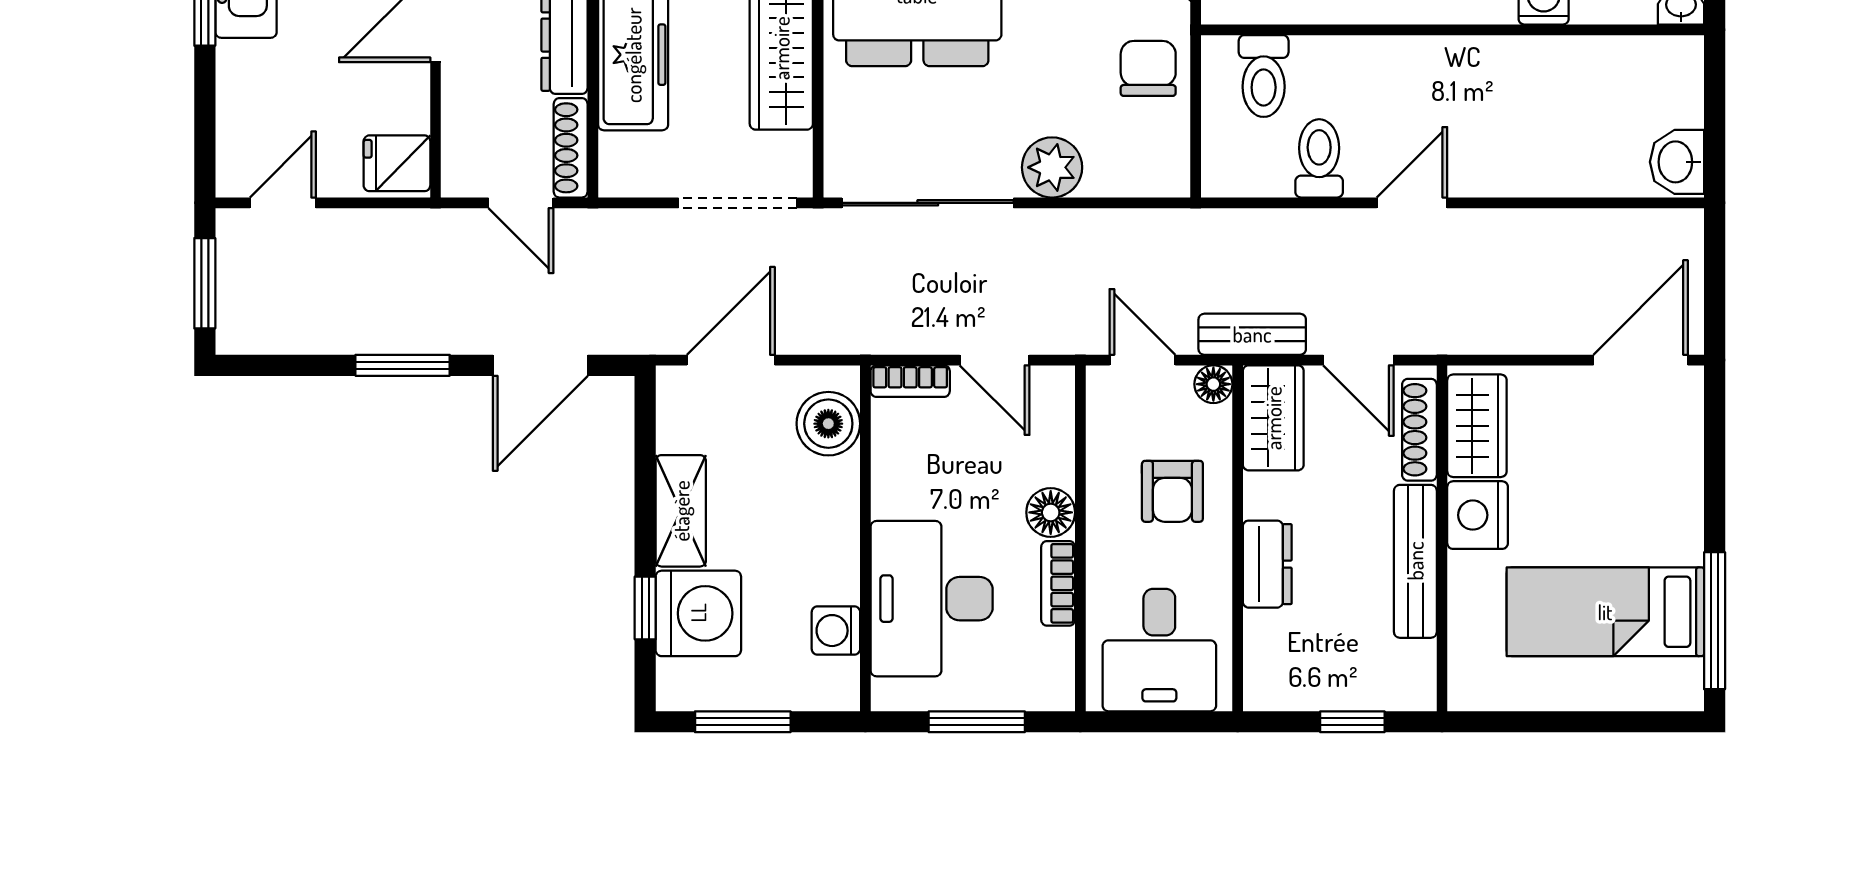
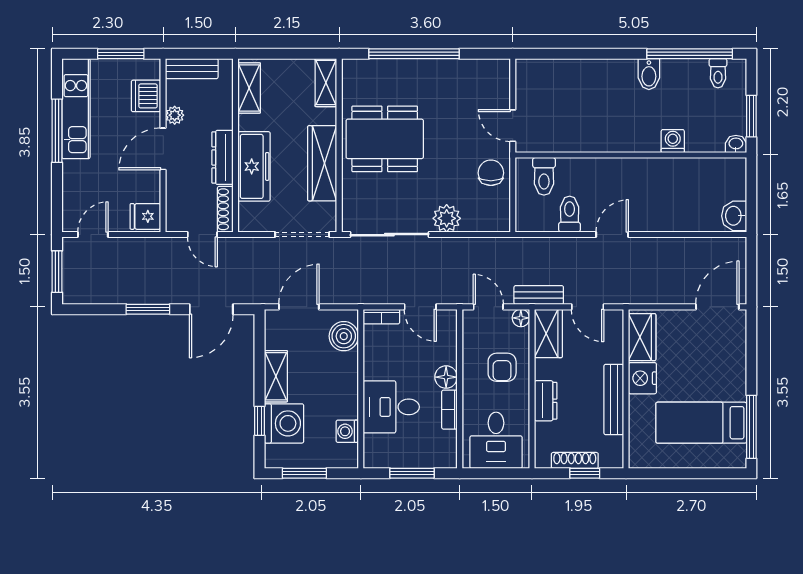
shoe rack: (1419, 430) -> (575, 460), moved, turned 90
desk: (932, 599) -> (391, 407), width x0.73

